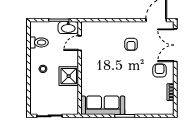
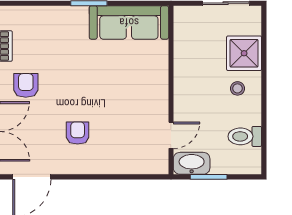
armchair: (160, 71) -> (26, 85), turned 180
shower: (69, 76) -> (244, 53), moved

